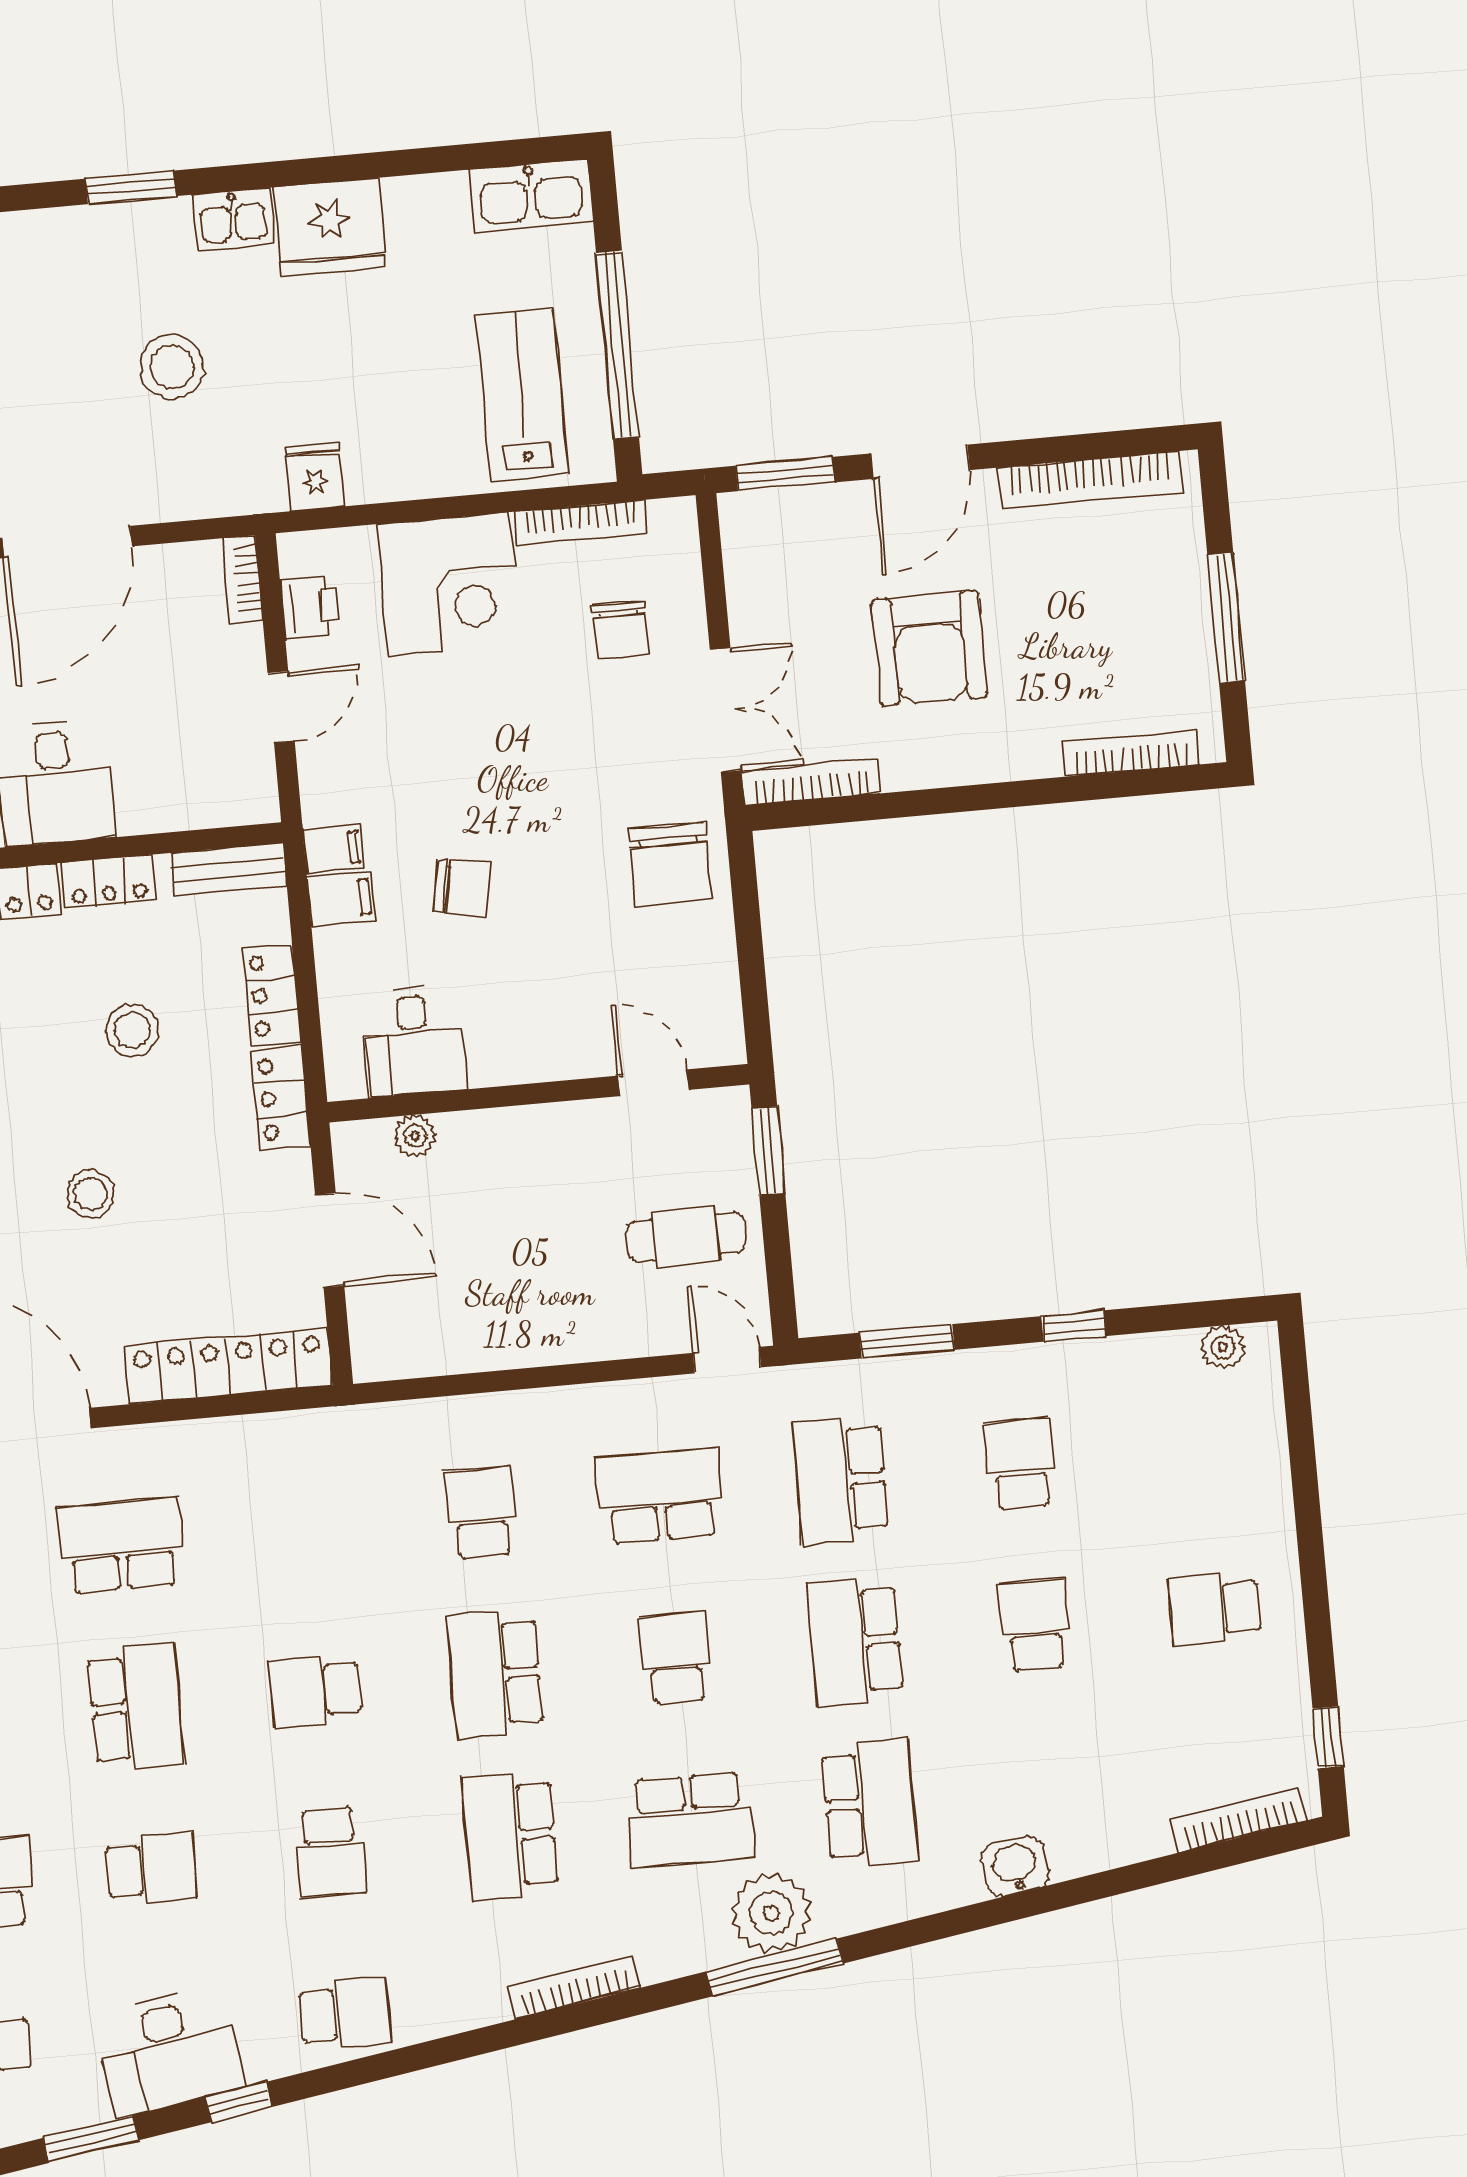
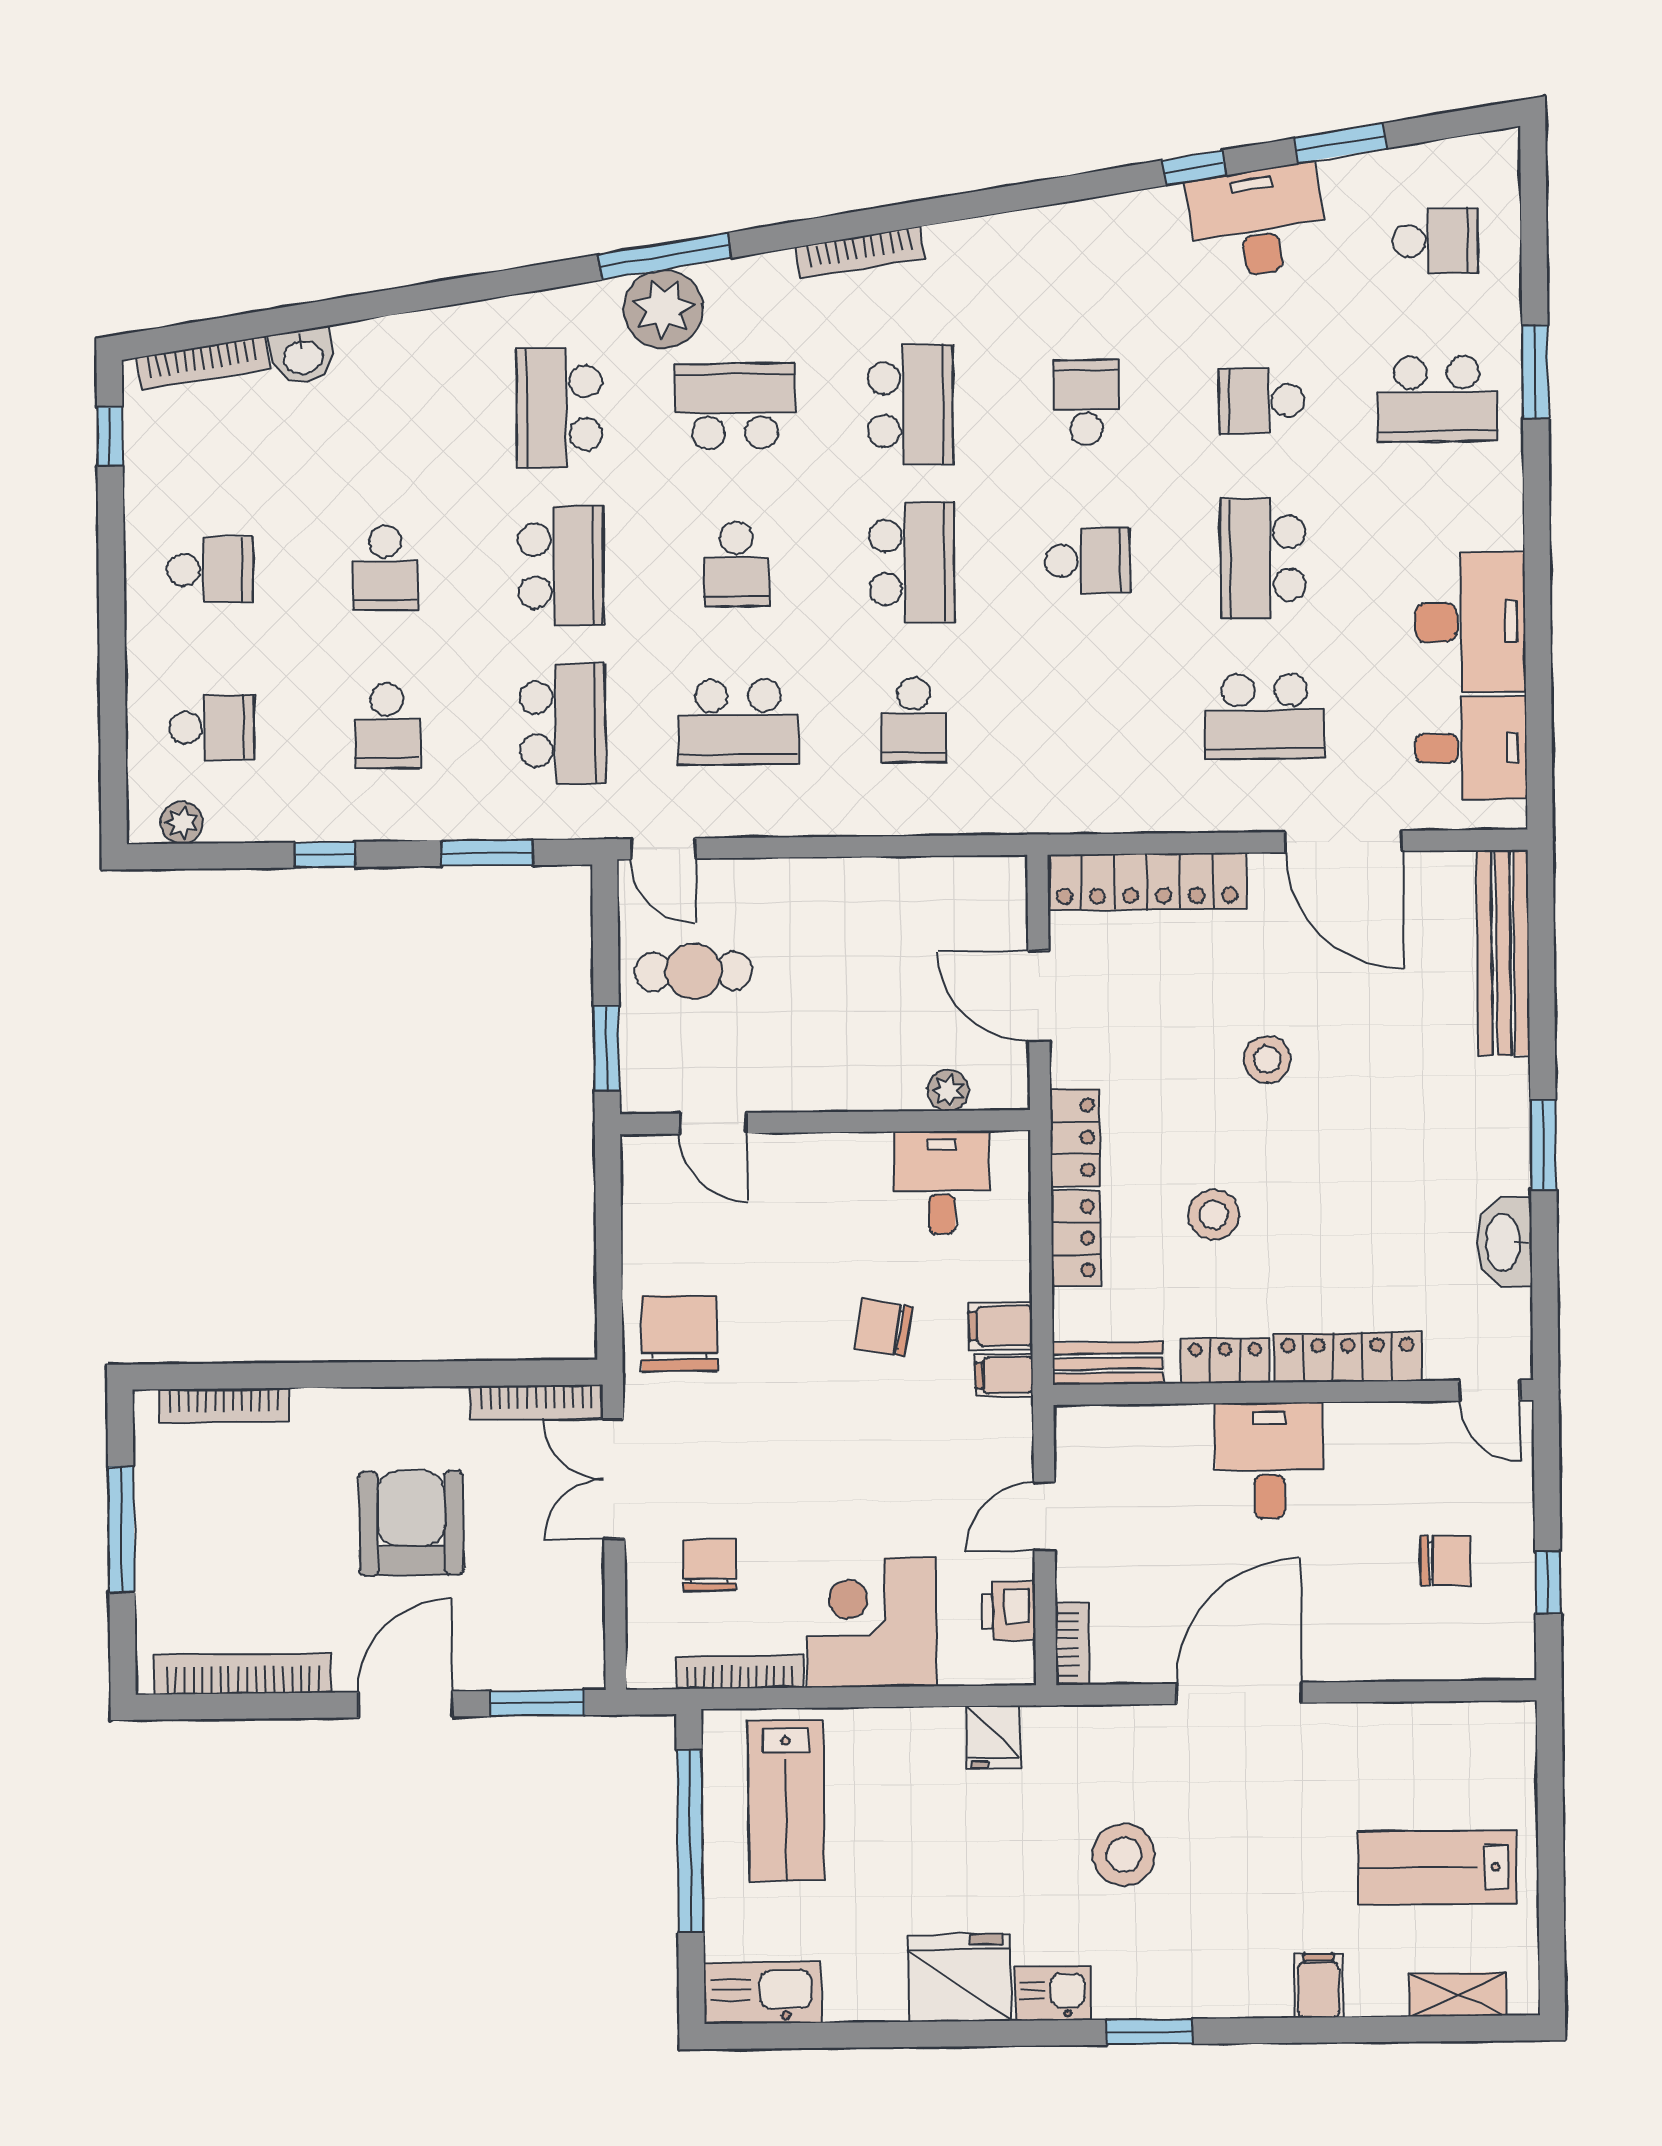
washbasin: (1015, 1866) -> (303, 356), moved
school desk: (345, 2014) -> (212, 727), moved, turned 180

